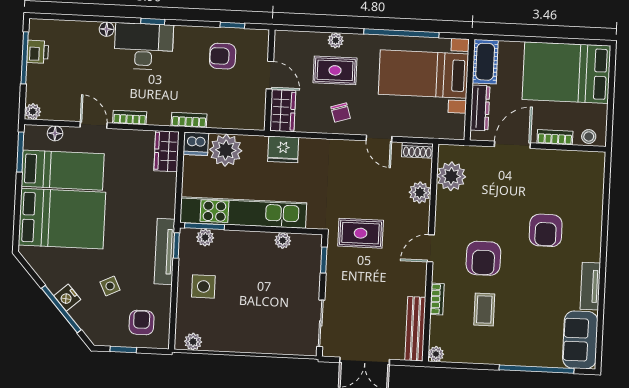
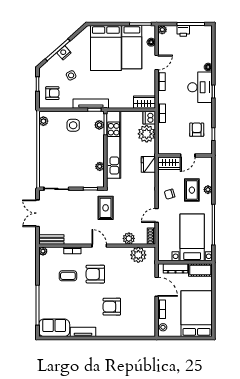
printer: (38, 52) -> (183, 31), moved
bench: (415, 329) -> (51, 240), width x0.73

